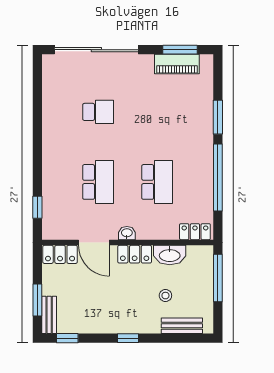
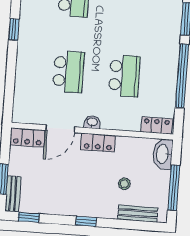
window: (37, 207) -> (14, 29), moved
door: (94, 243) -> (60, 129), hinge flipped
washbasin: (170, 255) -> (163, 154), moved, turned 90
window: (218, 278) -> (174, 188), moved

